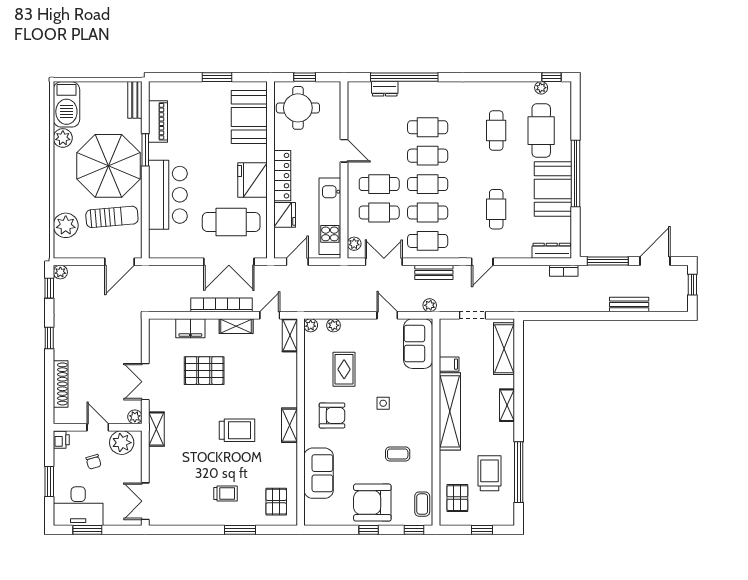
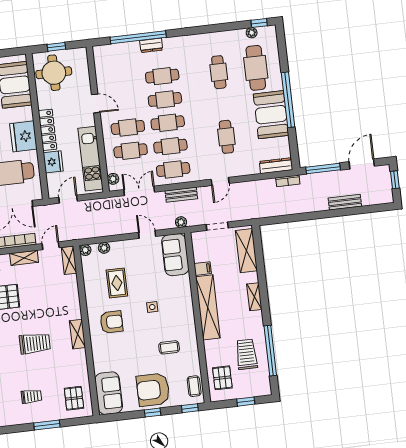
dresser: (385, 89) -> (151, 45), moved
sofa: (319, 473) -> (109, 393), moved

